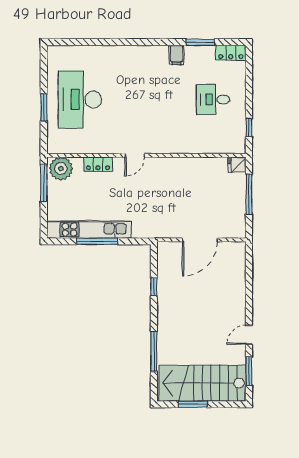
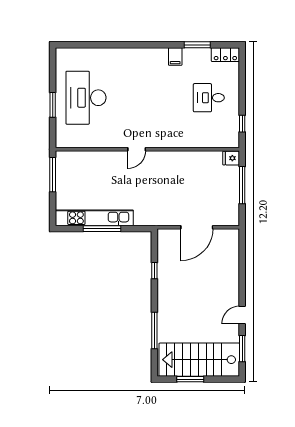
locker: (98, 164) -> (103, 157), removed
plant: (61, 169) -> (68, 161), removed

